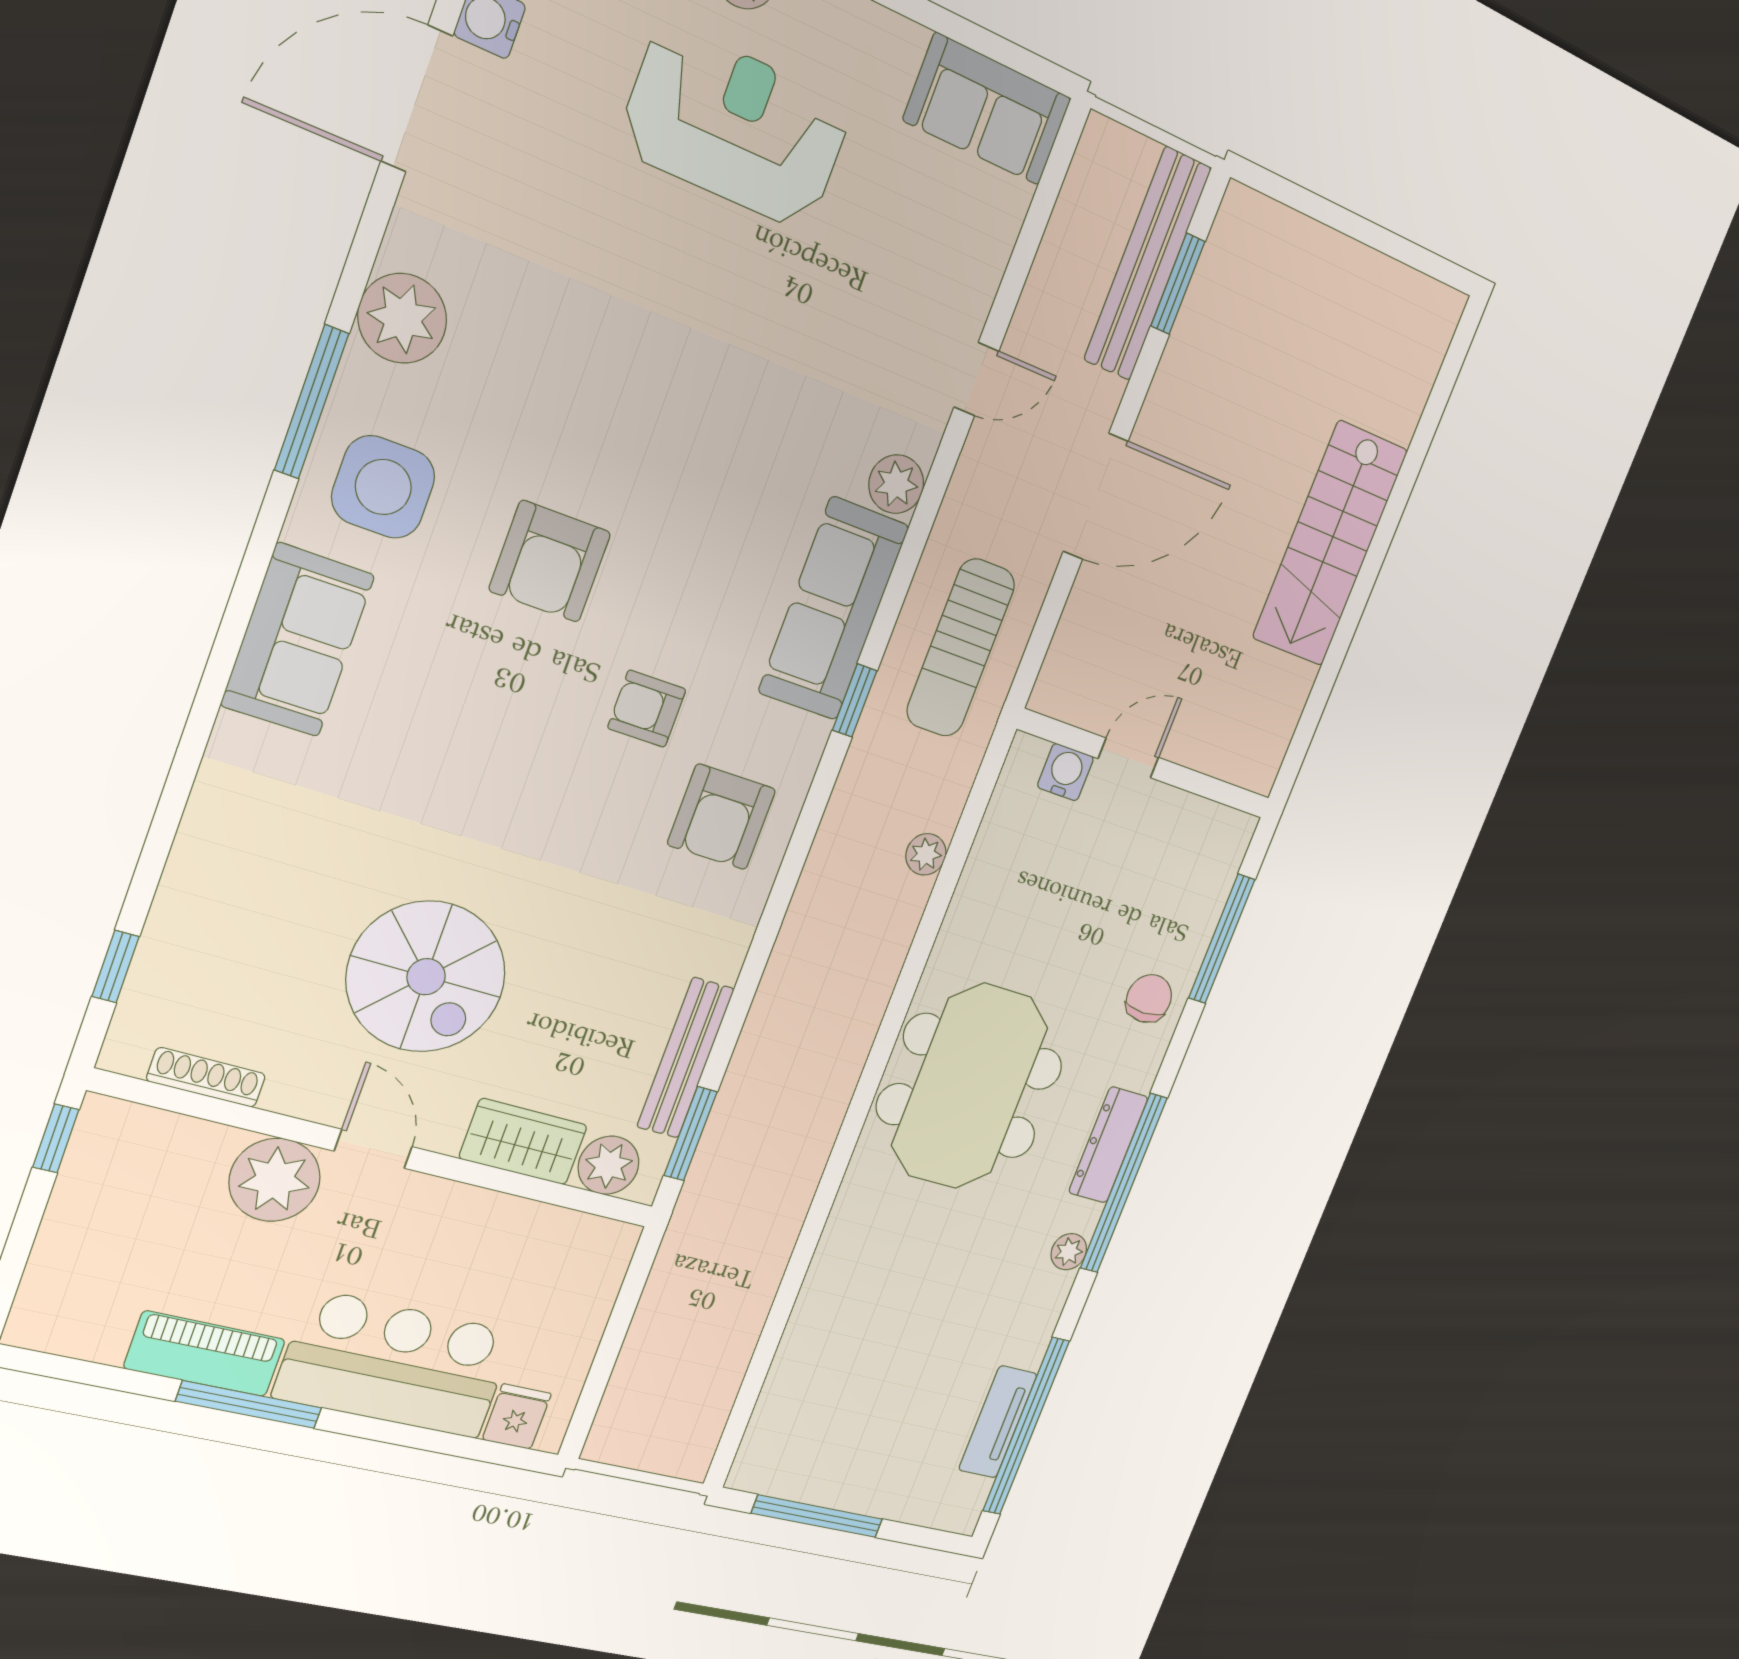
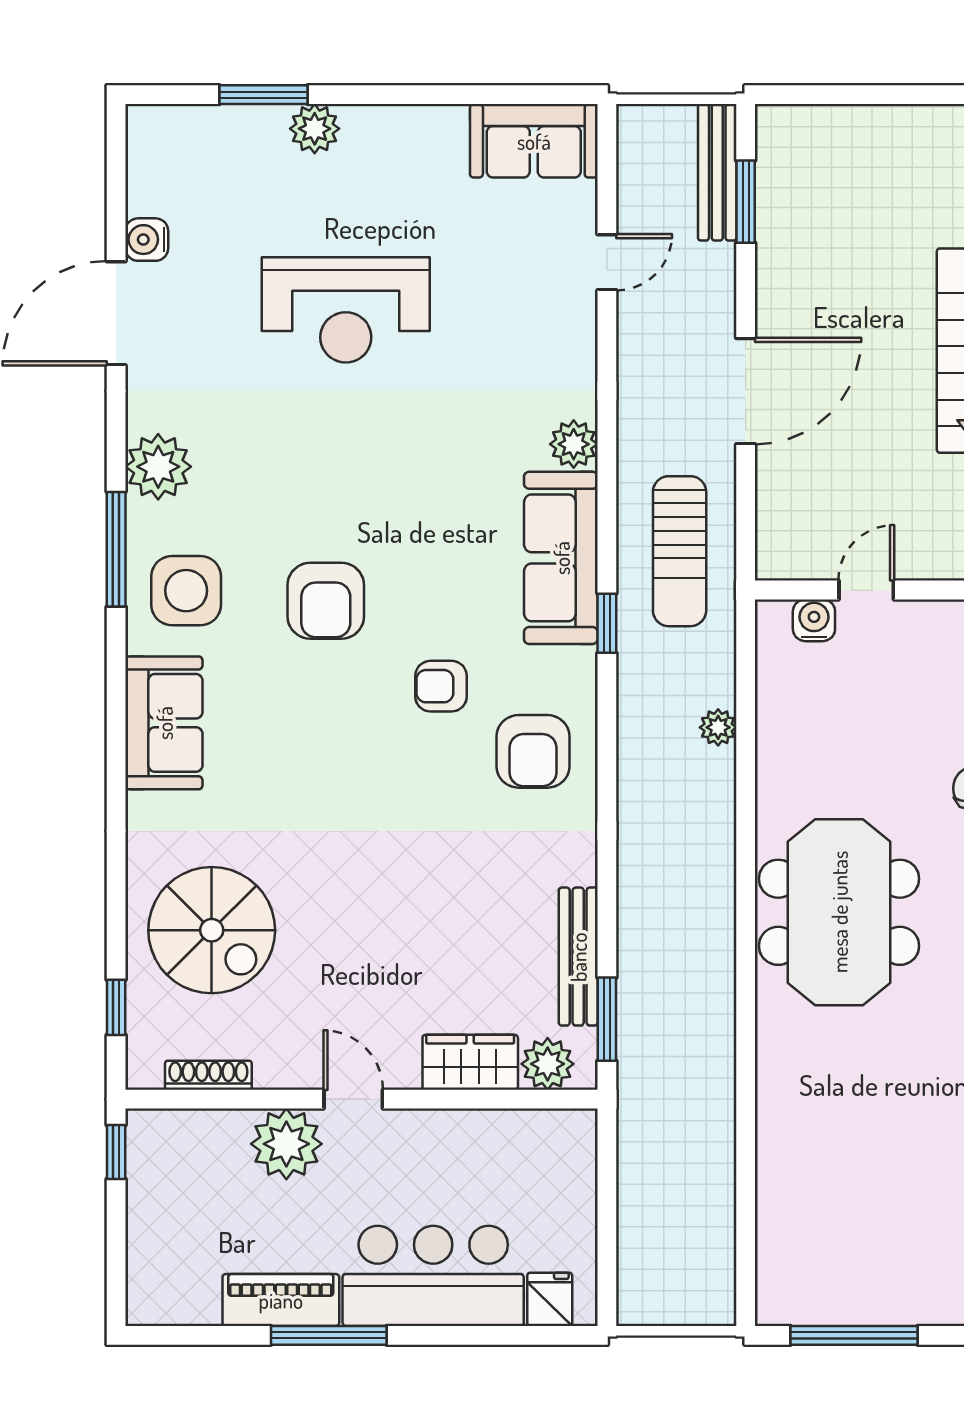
reception desk: (736, 127) -> (346, 310), moved, turned 180
bench: (1148, 264) -> (717, 172), width x0.73, depth x0.82
door: (976, 379) -> (607, 262), moved
spiral stairs: (426, 977) -> (212, 930), moved

